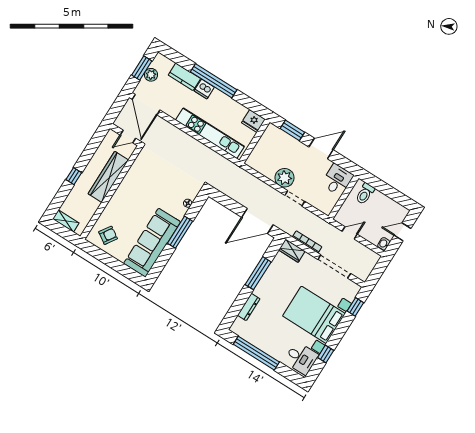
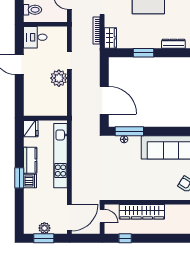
kitchen counter: (184, 77) -> (30, 160), moved
window: (214, 81) -> (19, 178), width x0.47
window: (292, 130) -> (19, 95), removed
window: (74, 176) -> (125, 238), moved
door: (257, 221) -> (104, 100), moved
window: (180, 232) -> (129, 131), moved
window: (258, 273) -> (143, 53), width x0.69

